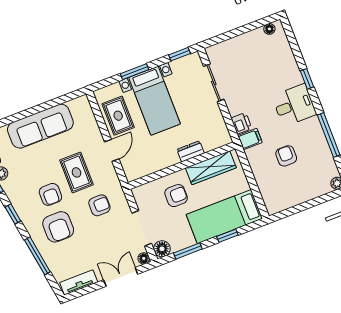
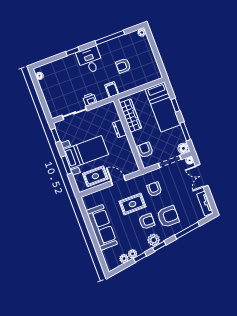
printer: (241, 123) -> (90, 99), moved
armchair: (176, 196) -> (145, 150), moved
plant: (22, 205) -> (154, 240), added

